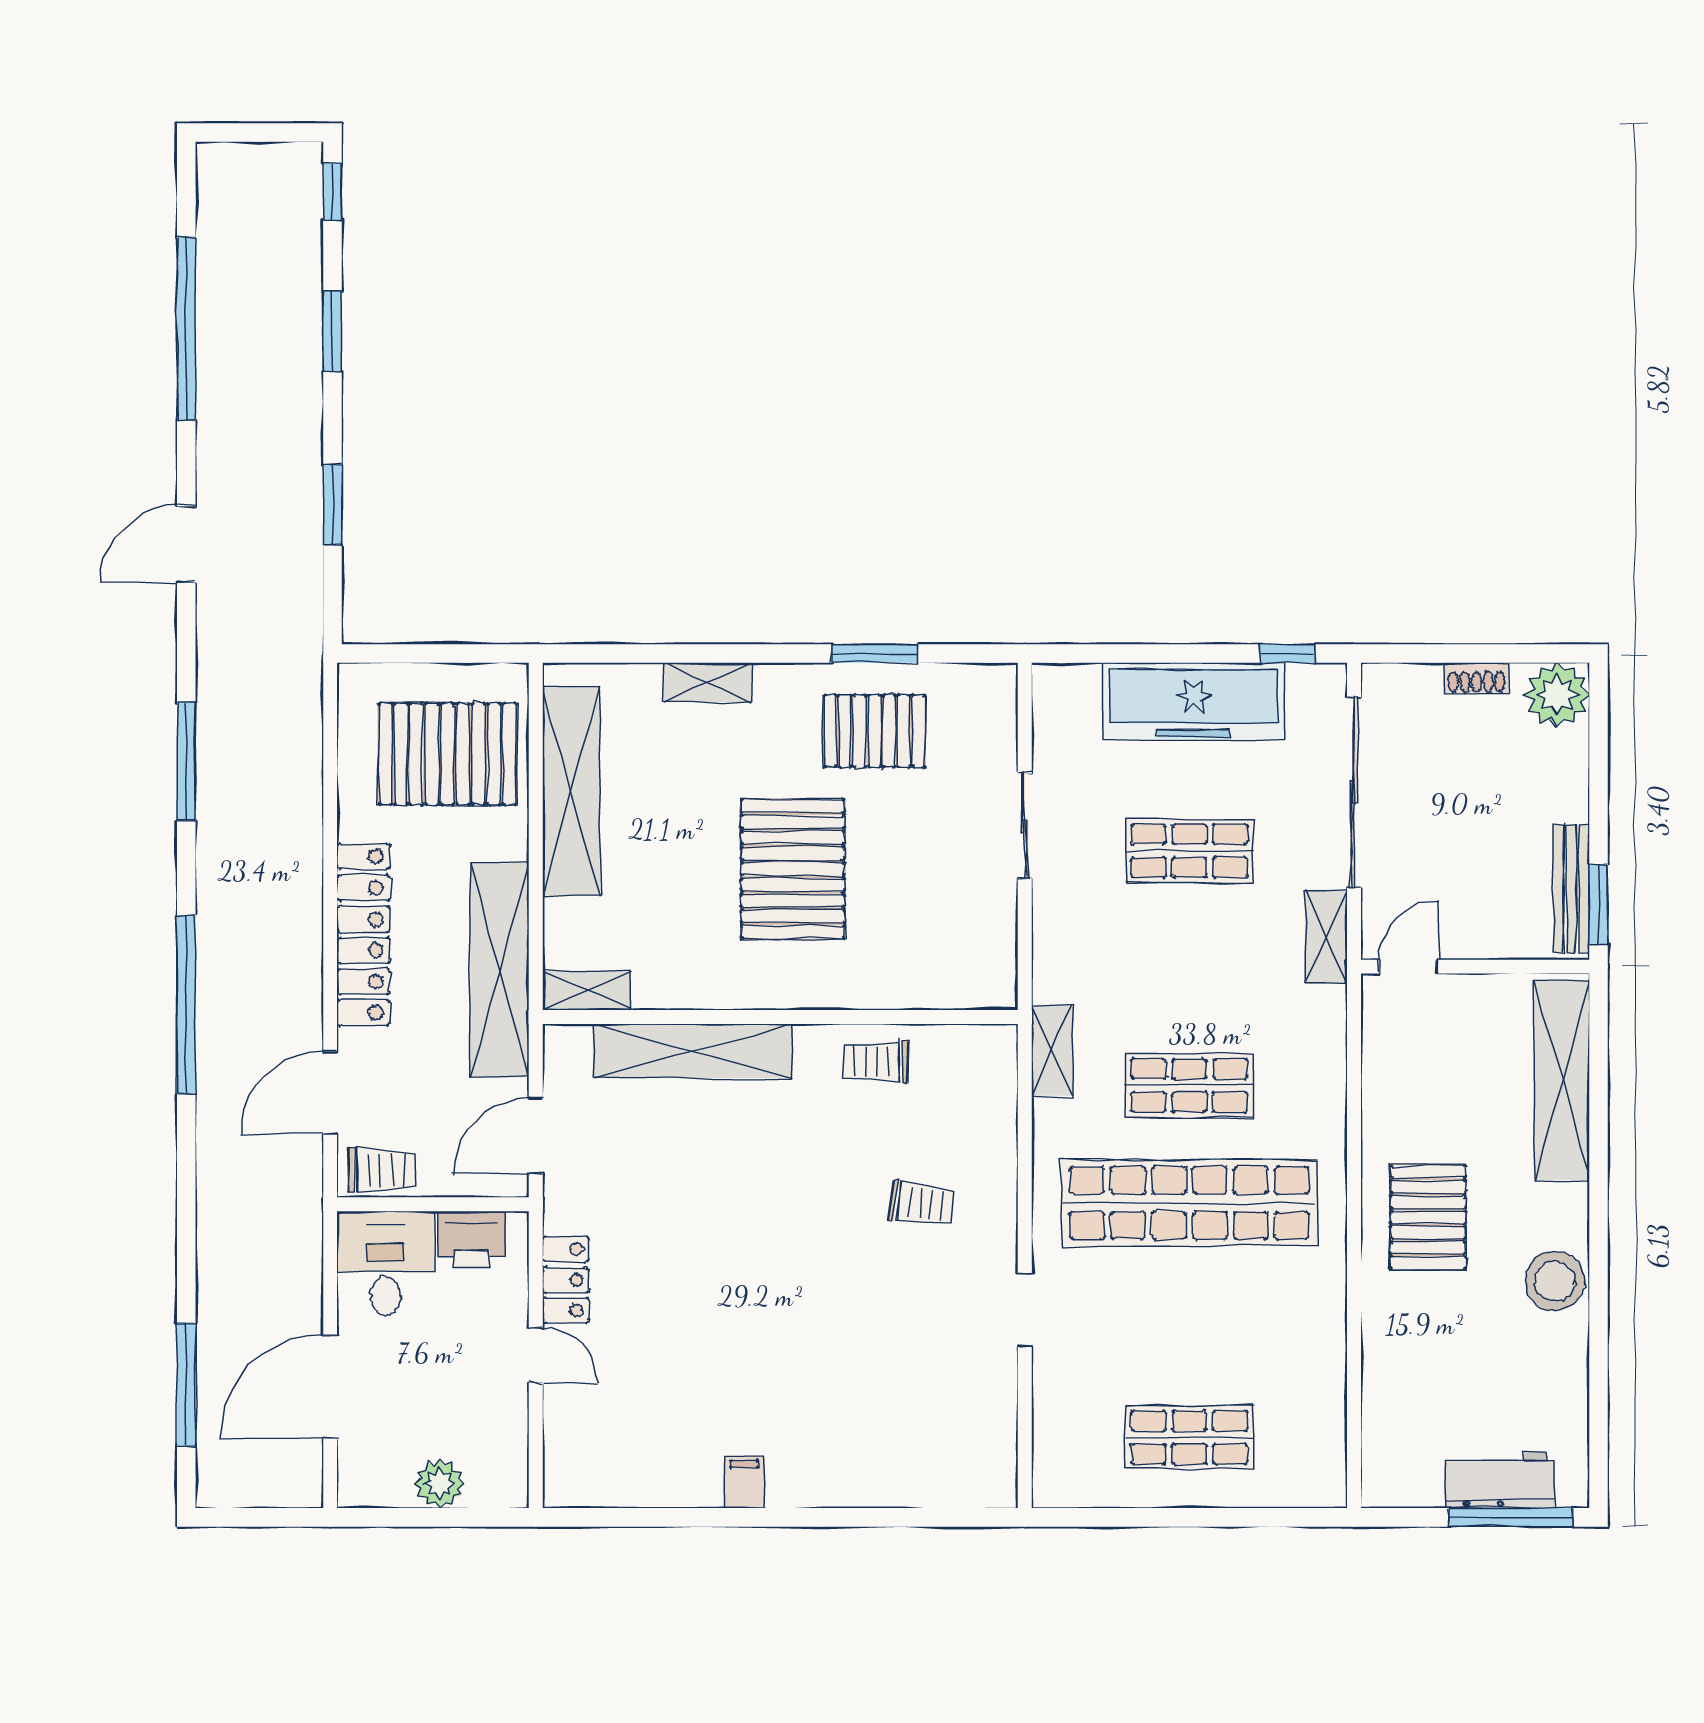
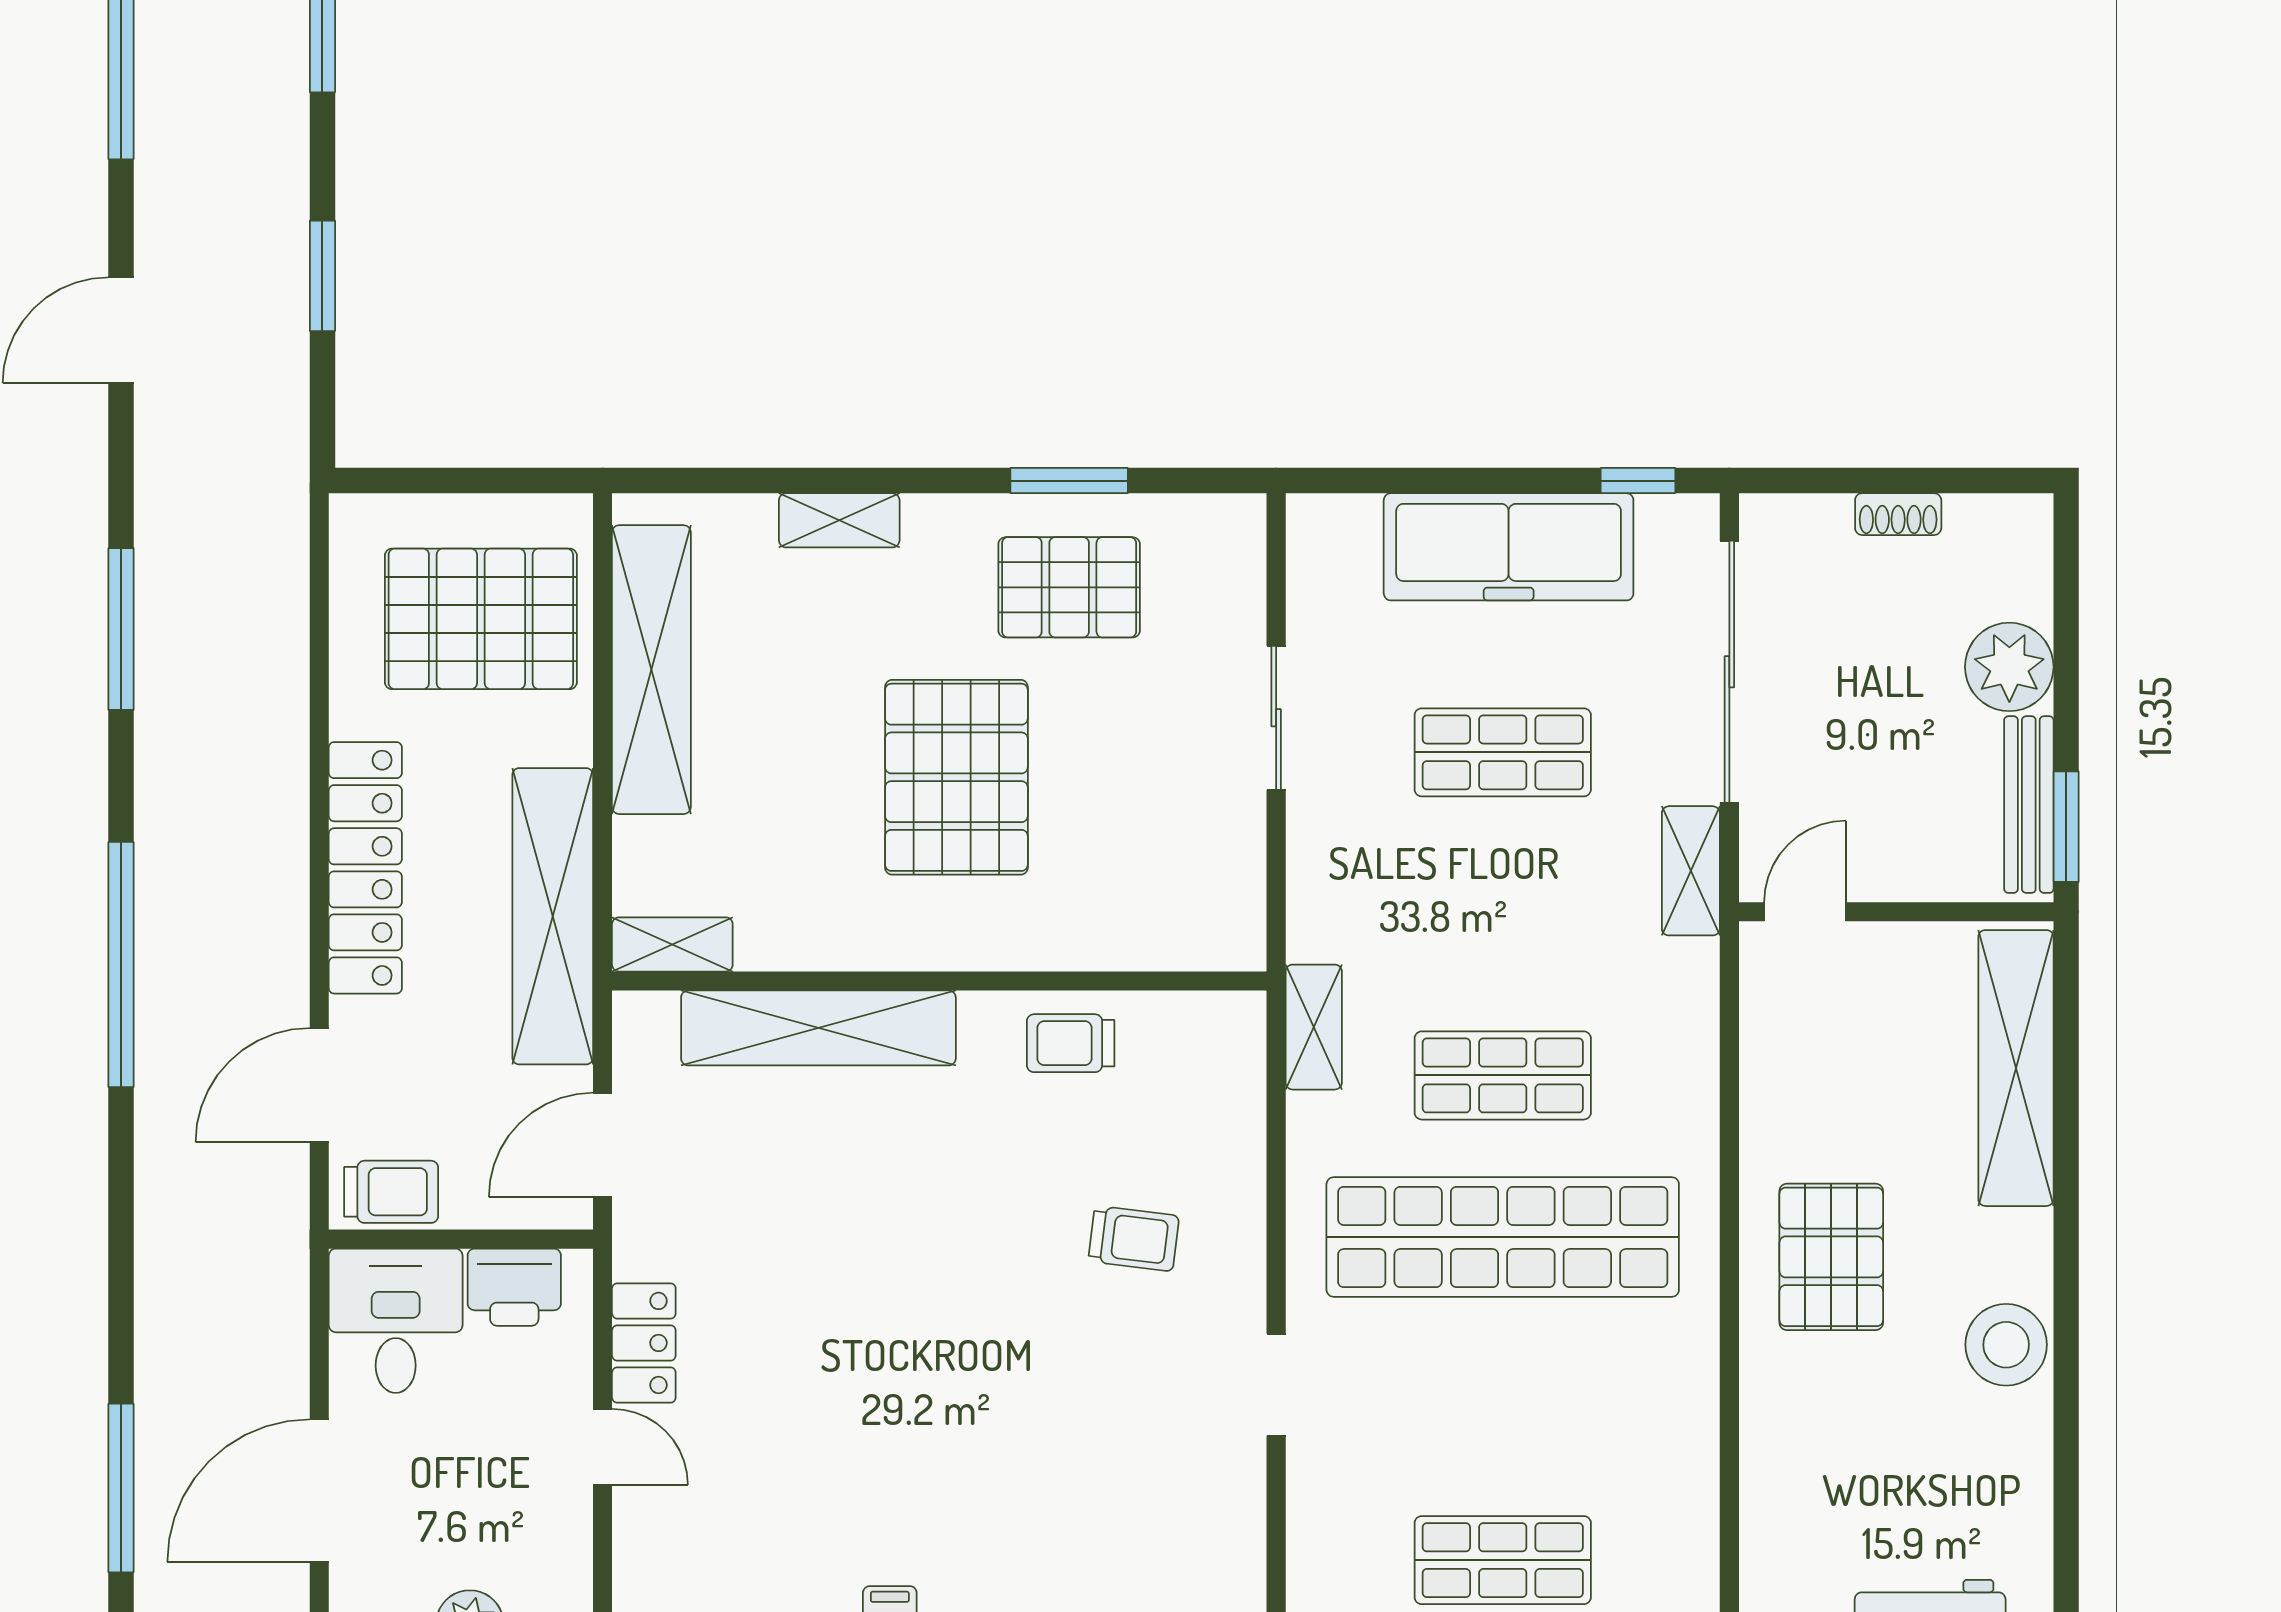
plant: (1557, 695) -> (2009, 667), moved

